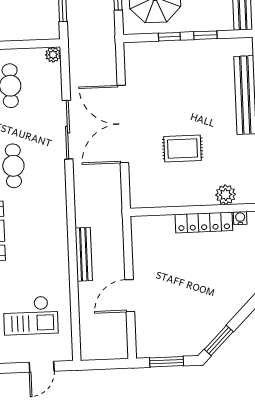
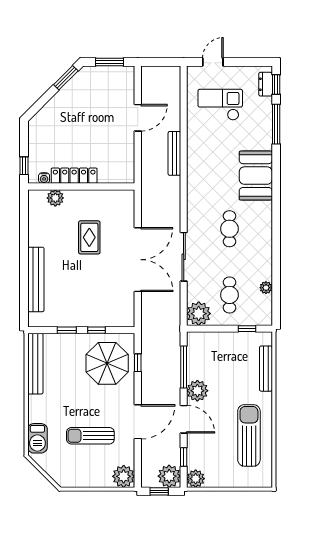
plant: (53, 55) -> (199, 314), width x1.88, depth x1.88
rug: (183, 149) -> (89, 237), turned 90

